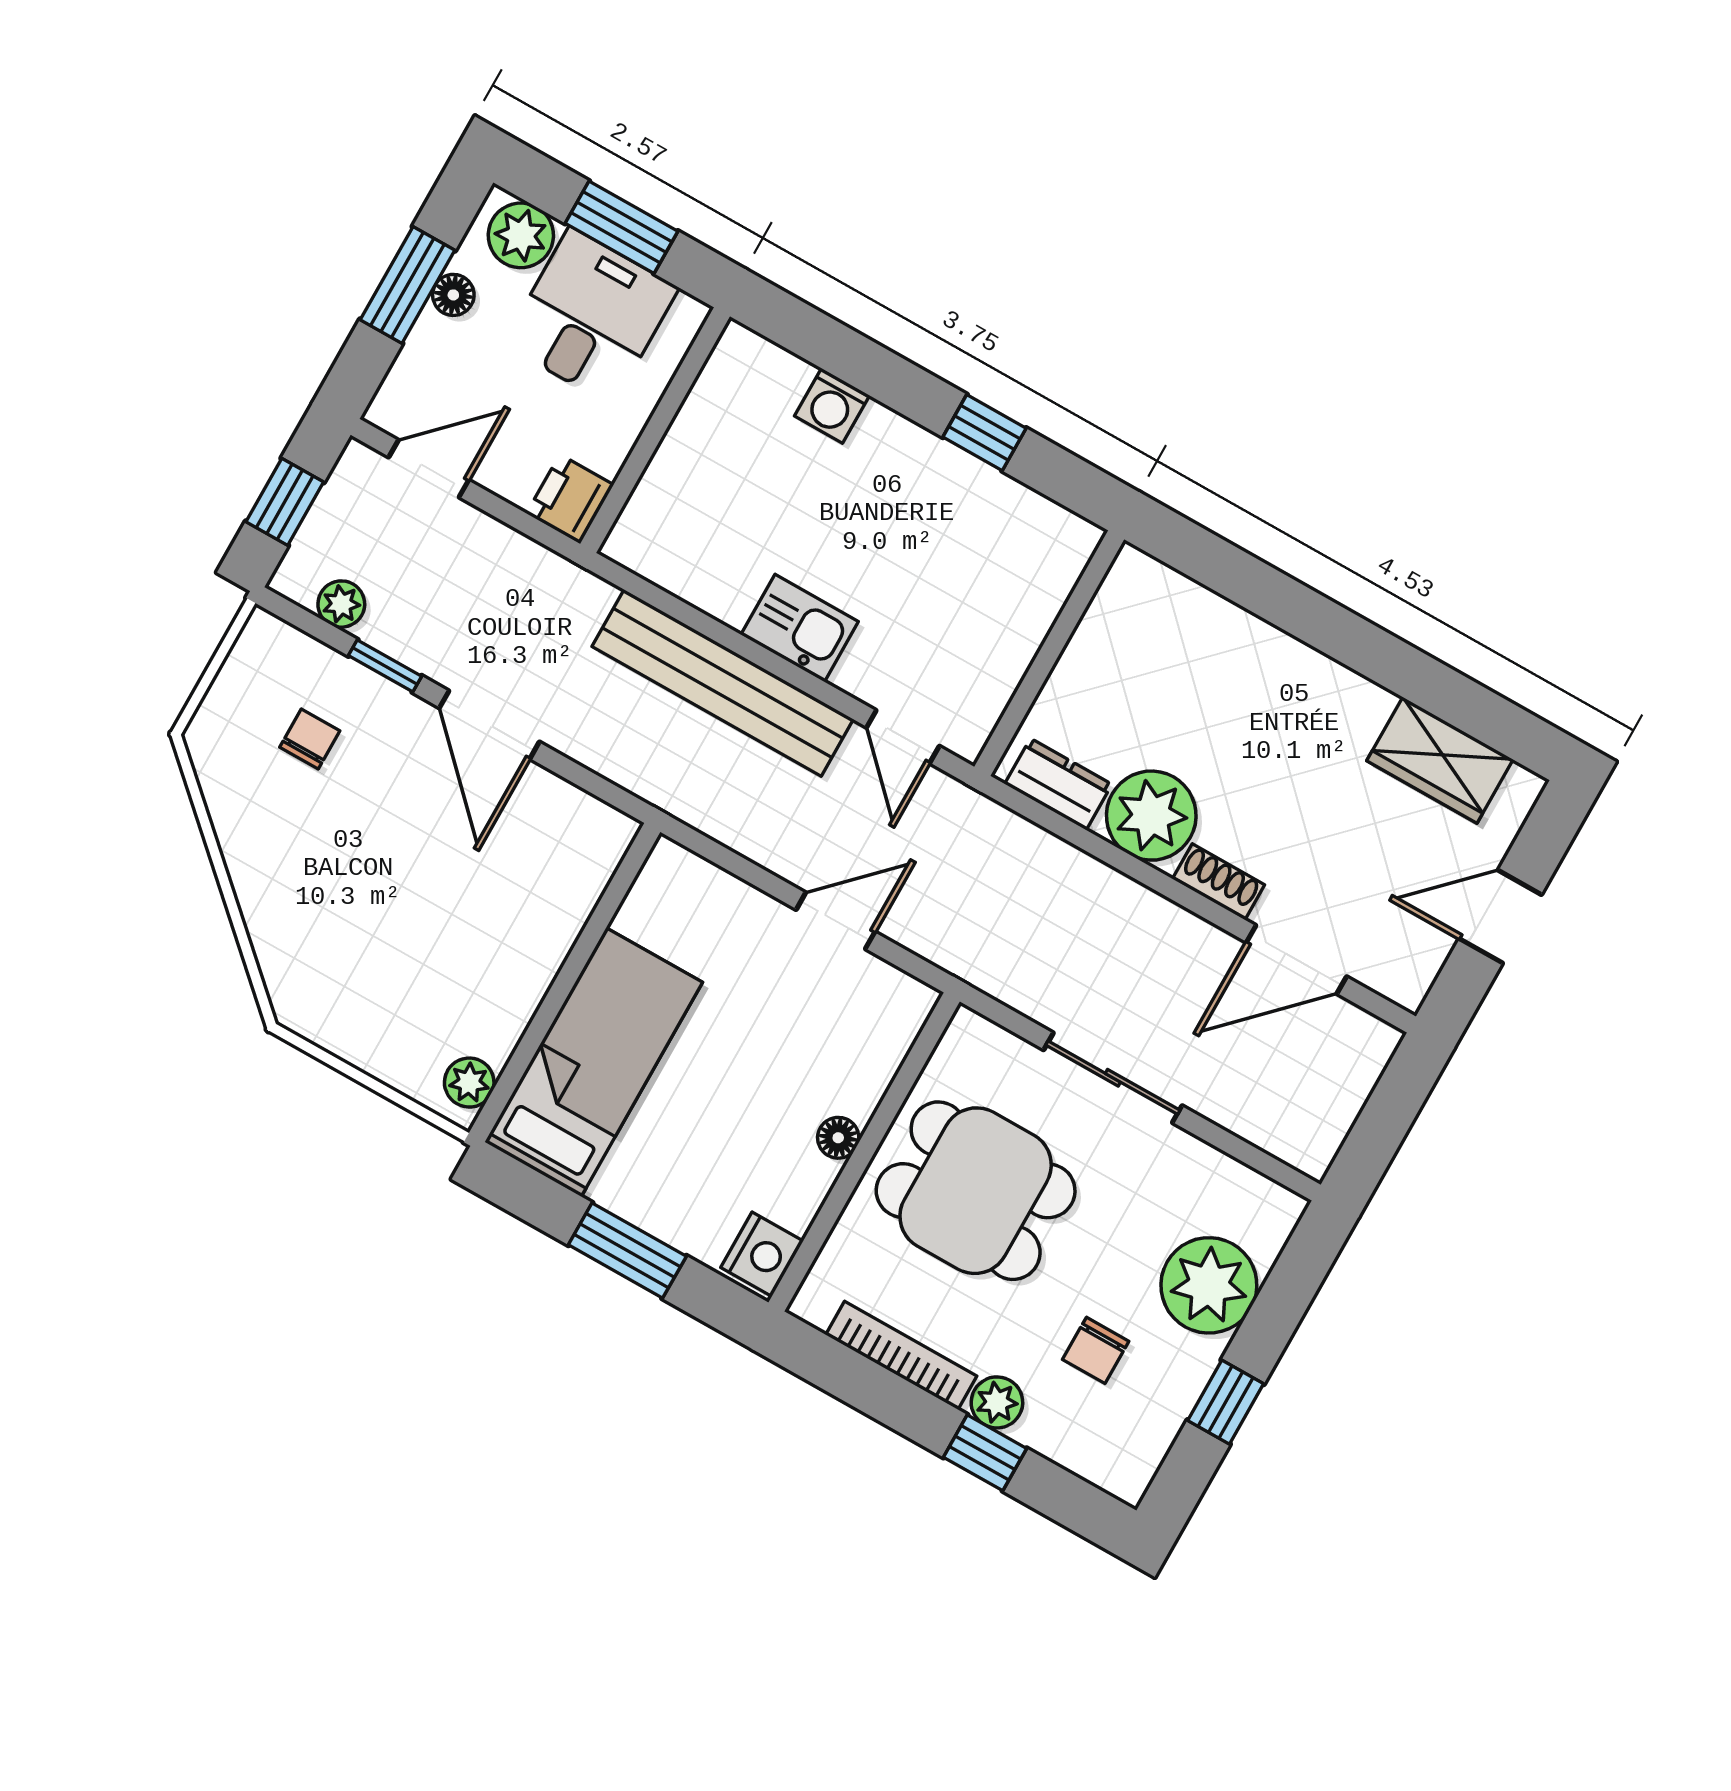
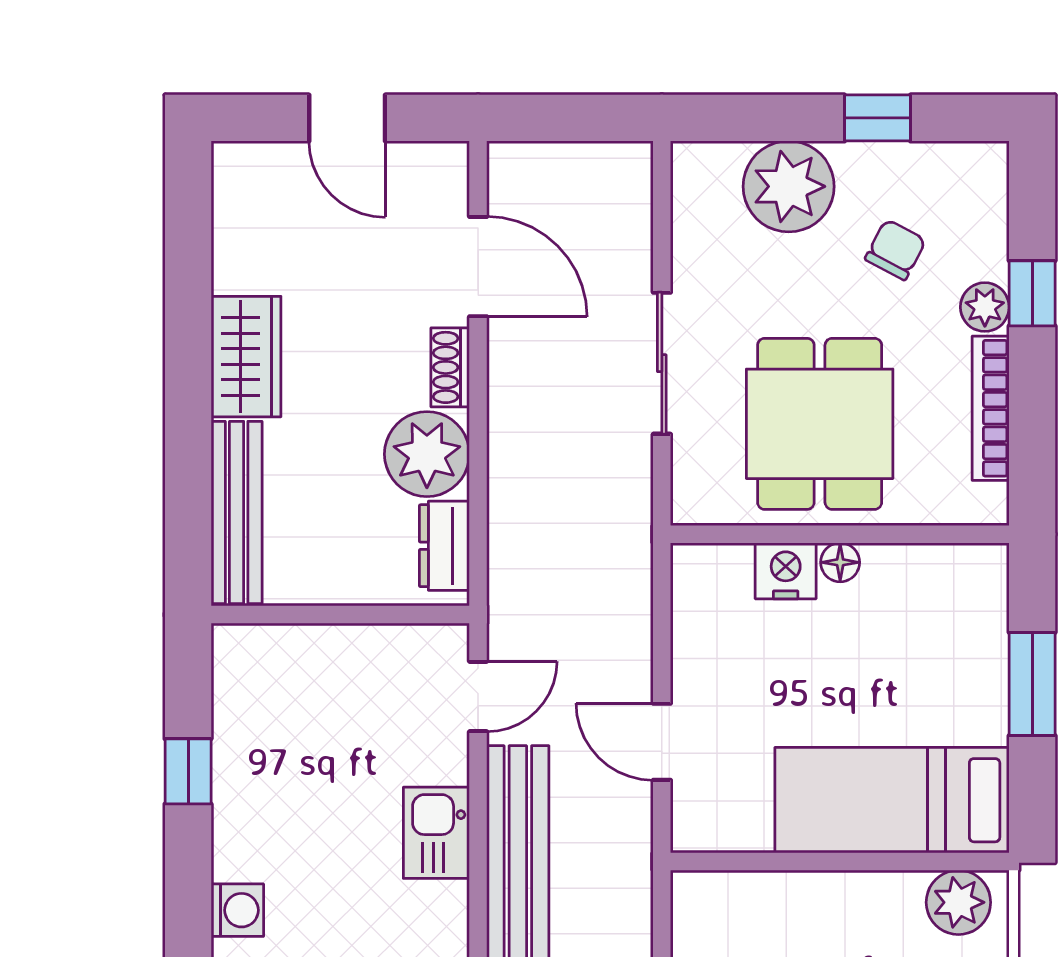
bench: (1196, 611) -> (237, 512), added
wardrobe: (1440, 760) -> (246, 357), moved
door: (836, 921) -> (662, 742), moved
plant: (469, 1083) -> (958, 902), width x1.38, depth x1.38
nightstand: (762, 1254) -> (786, 571), moved
chair: (1096, 1350) -> (895, 250), turned -62

